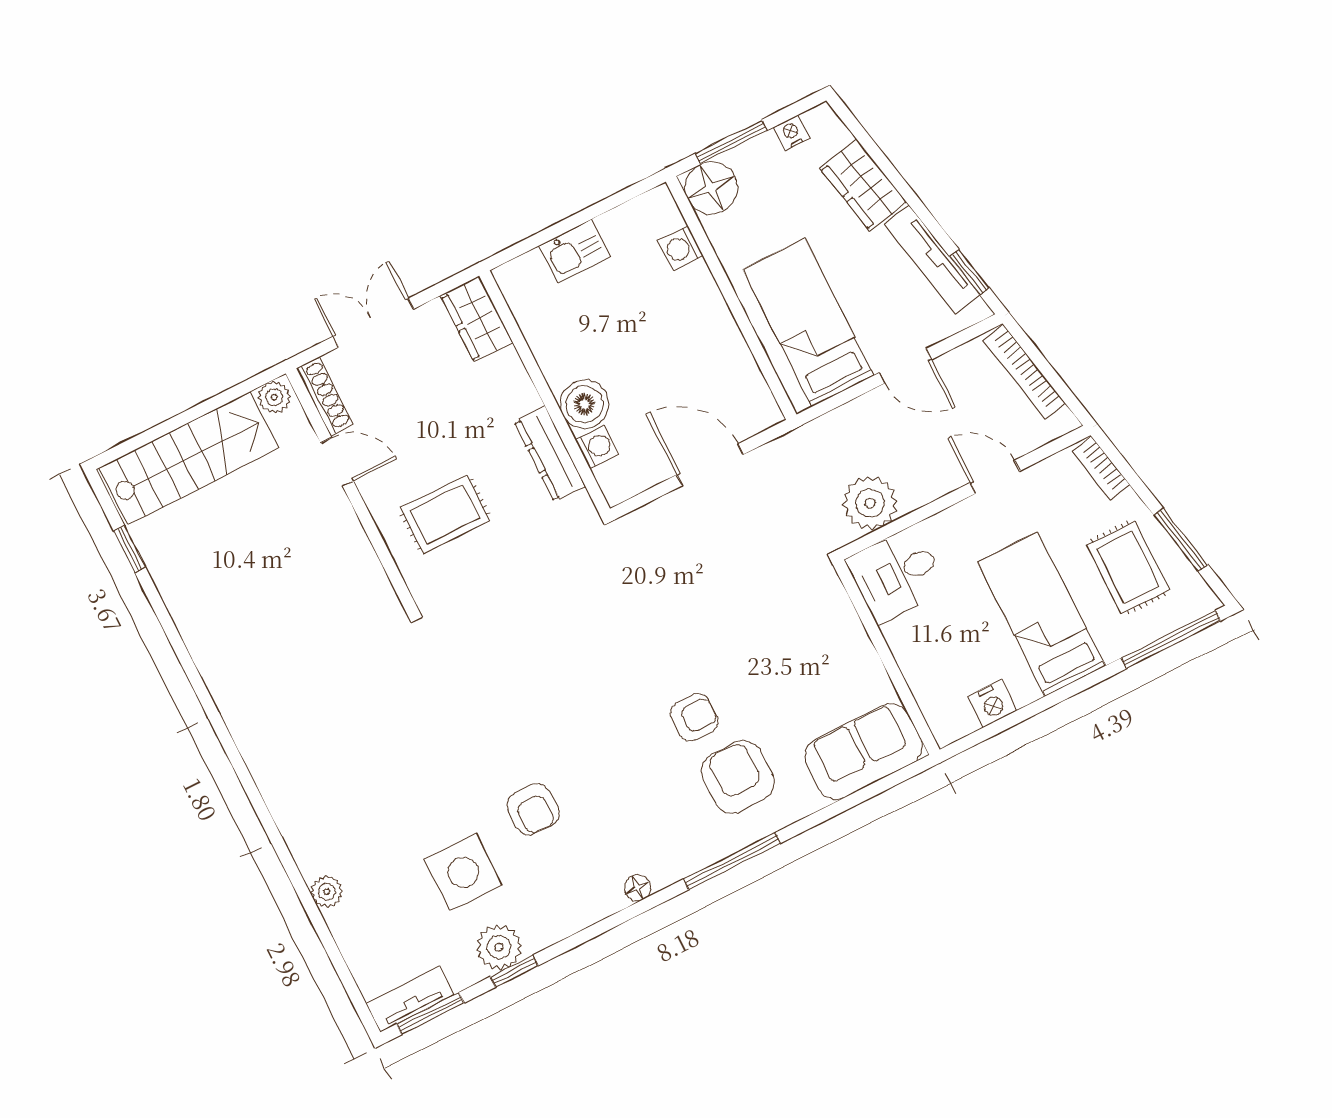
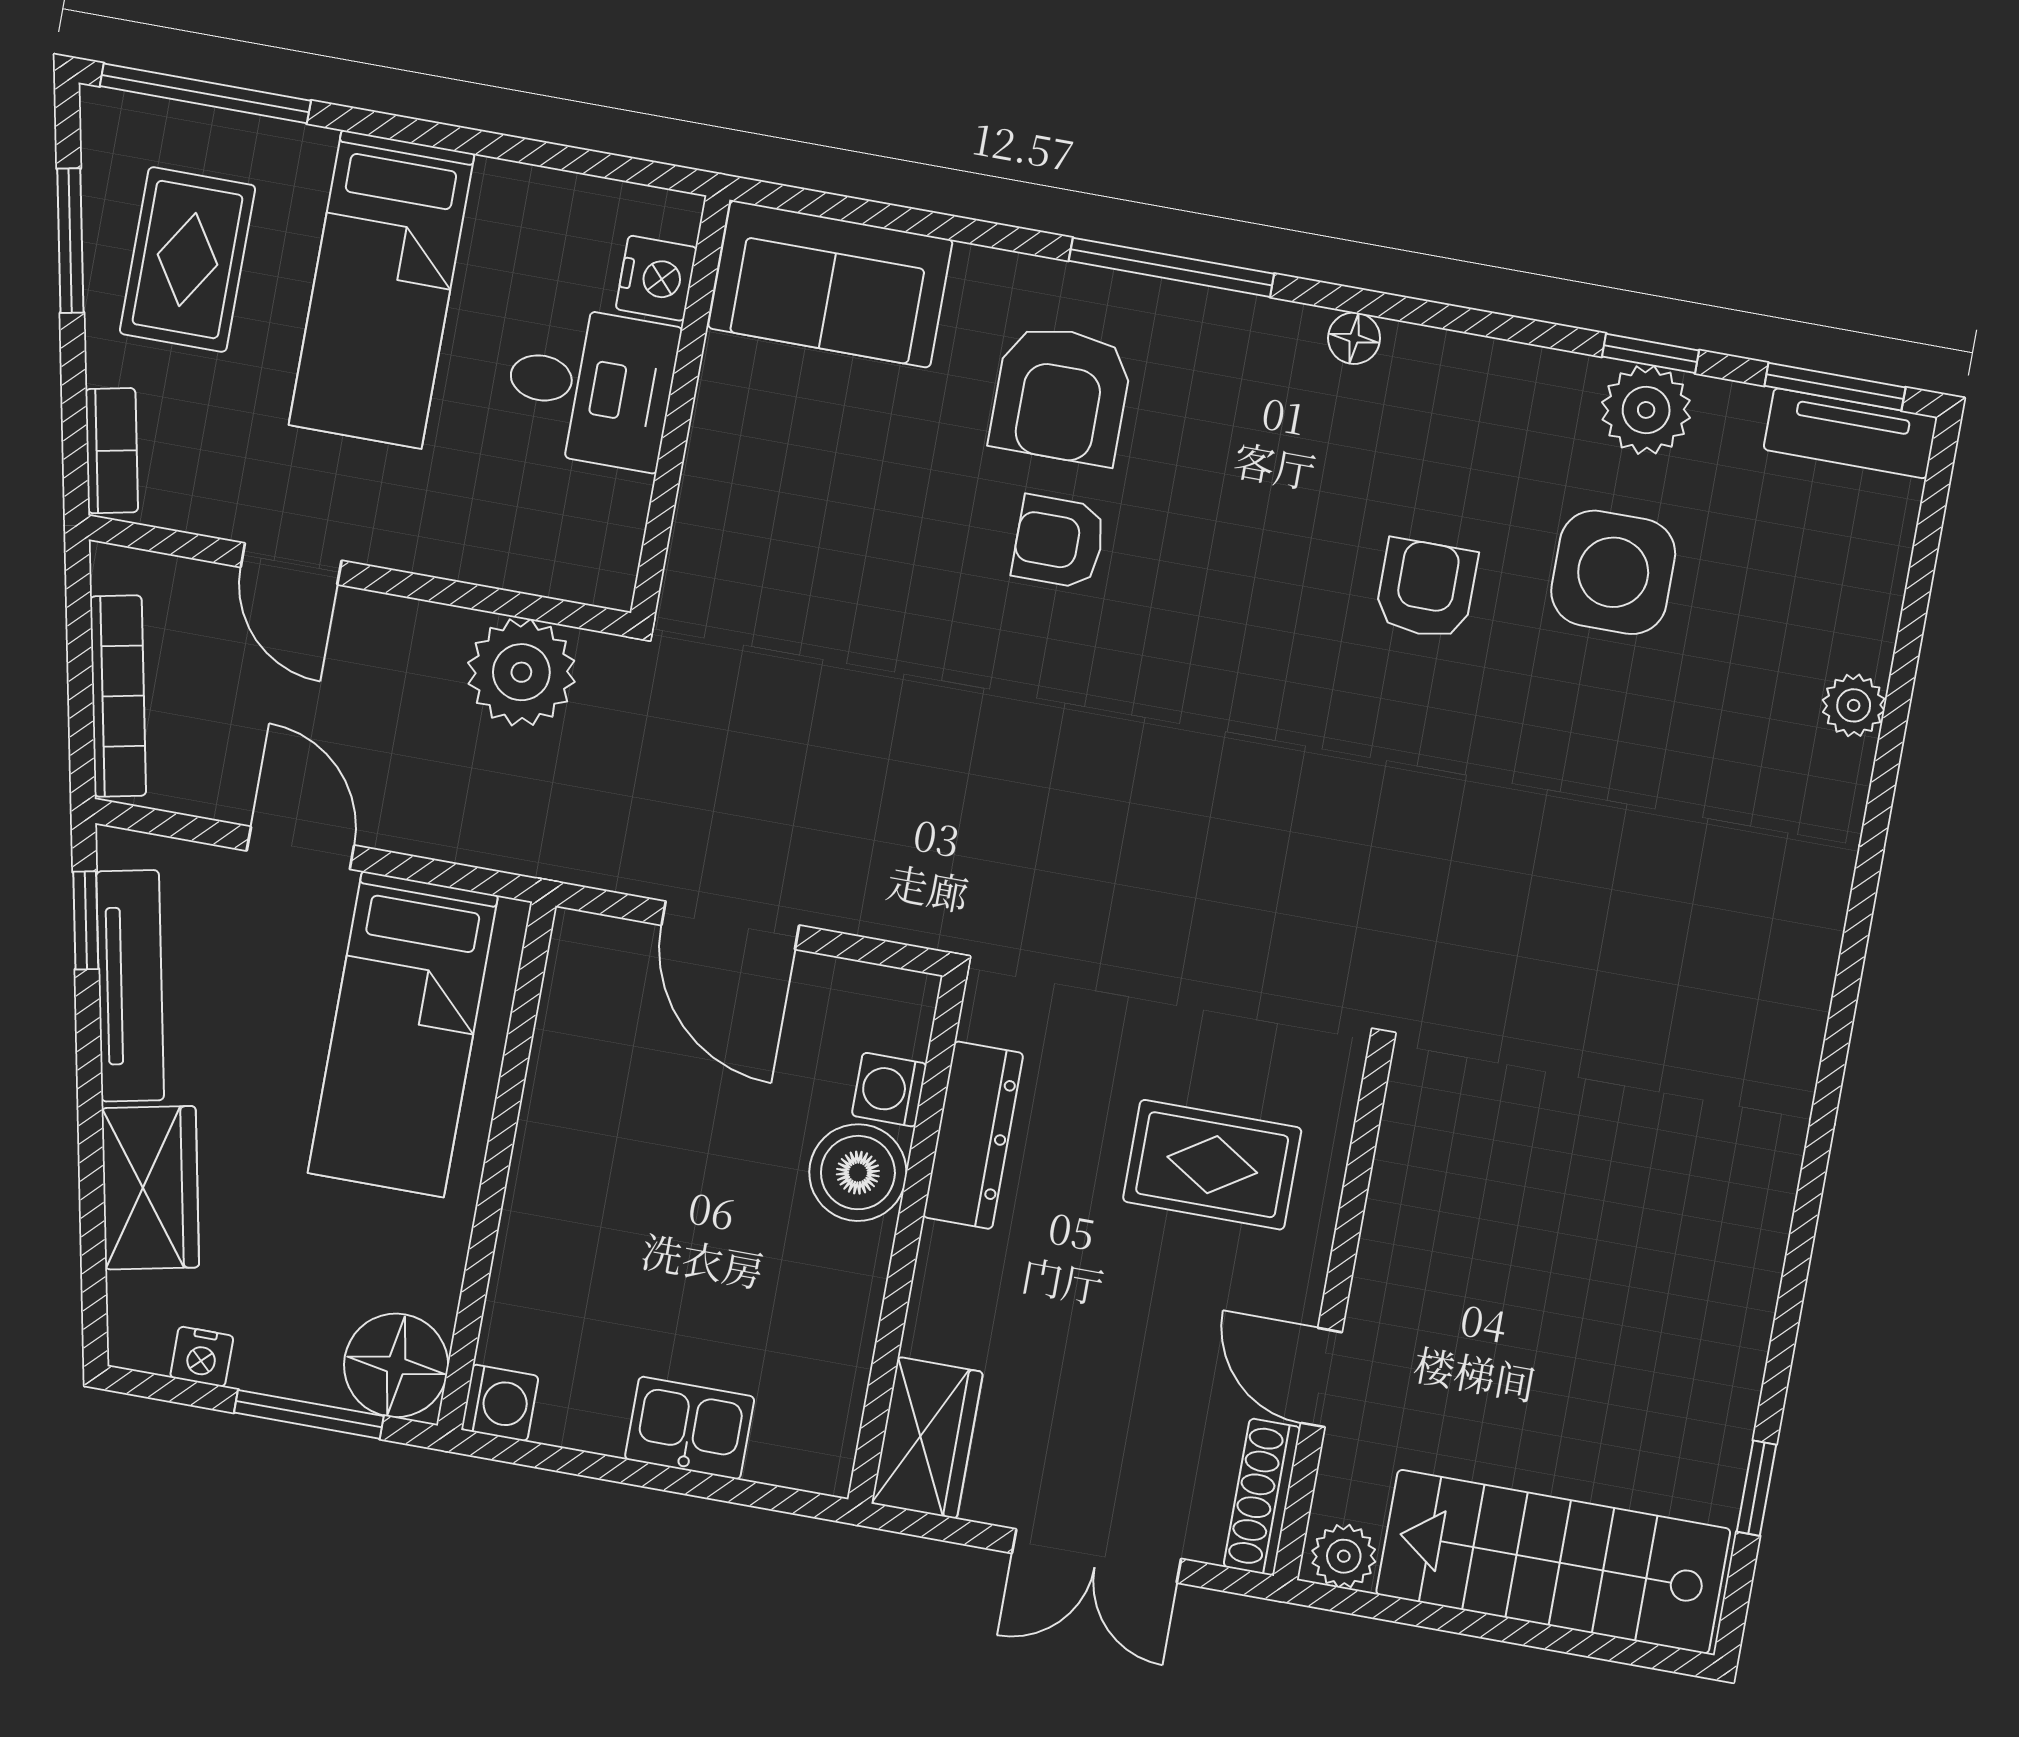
washing machine: (681, 248) -> (500, 1403), moved
desk: (897, 575) -> (590, 387), moved
nightstand: (992, 704) -> (656, 278), moved, turned 90

